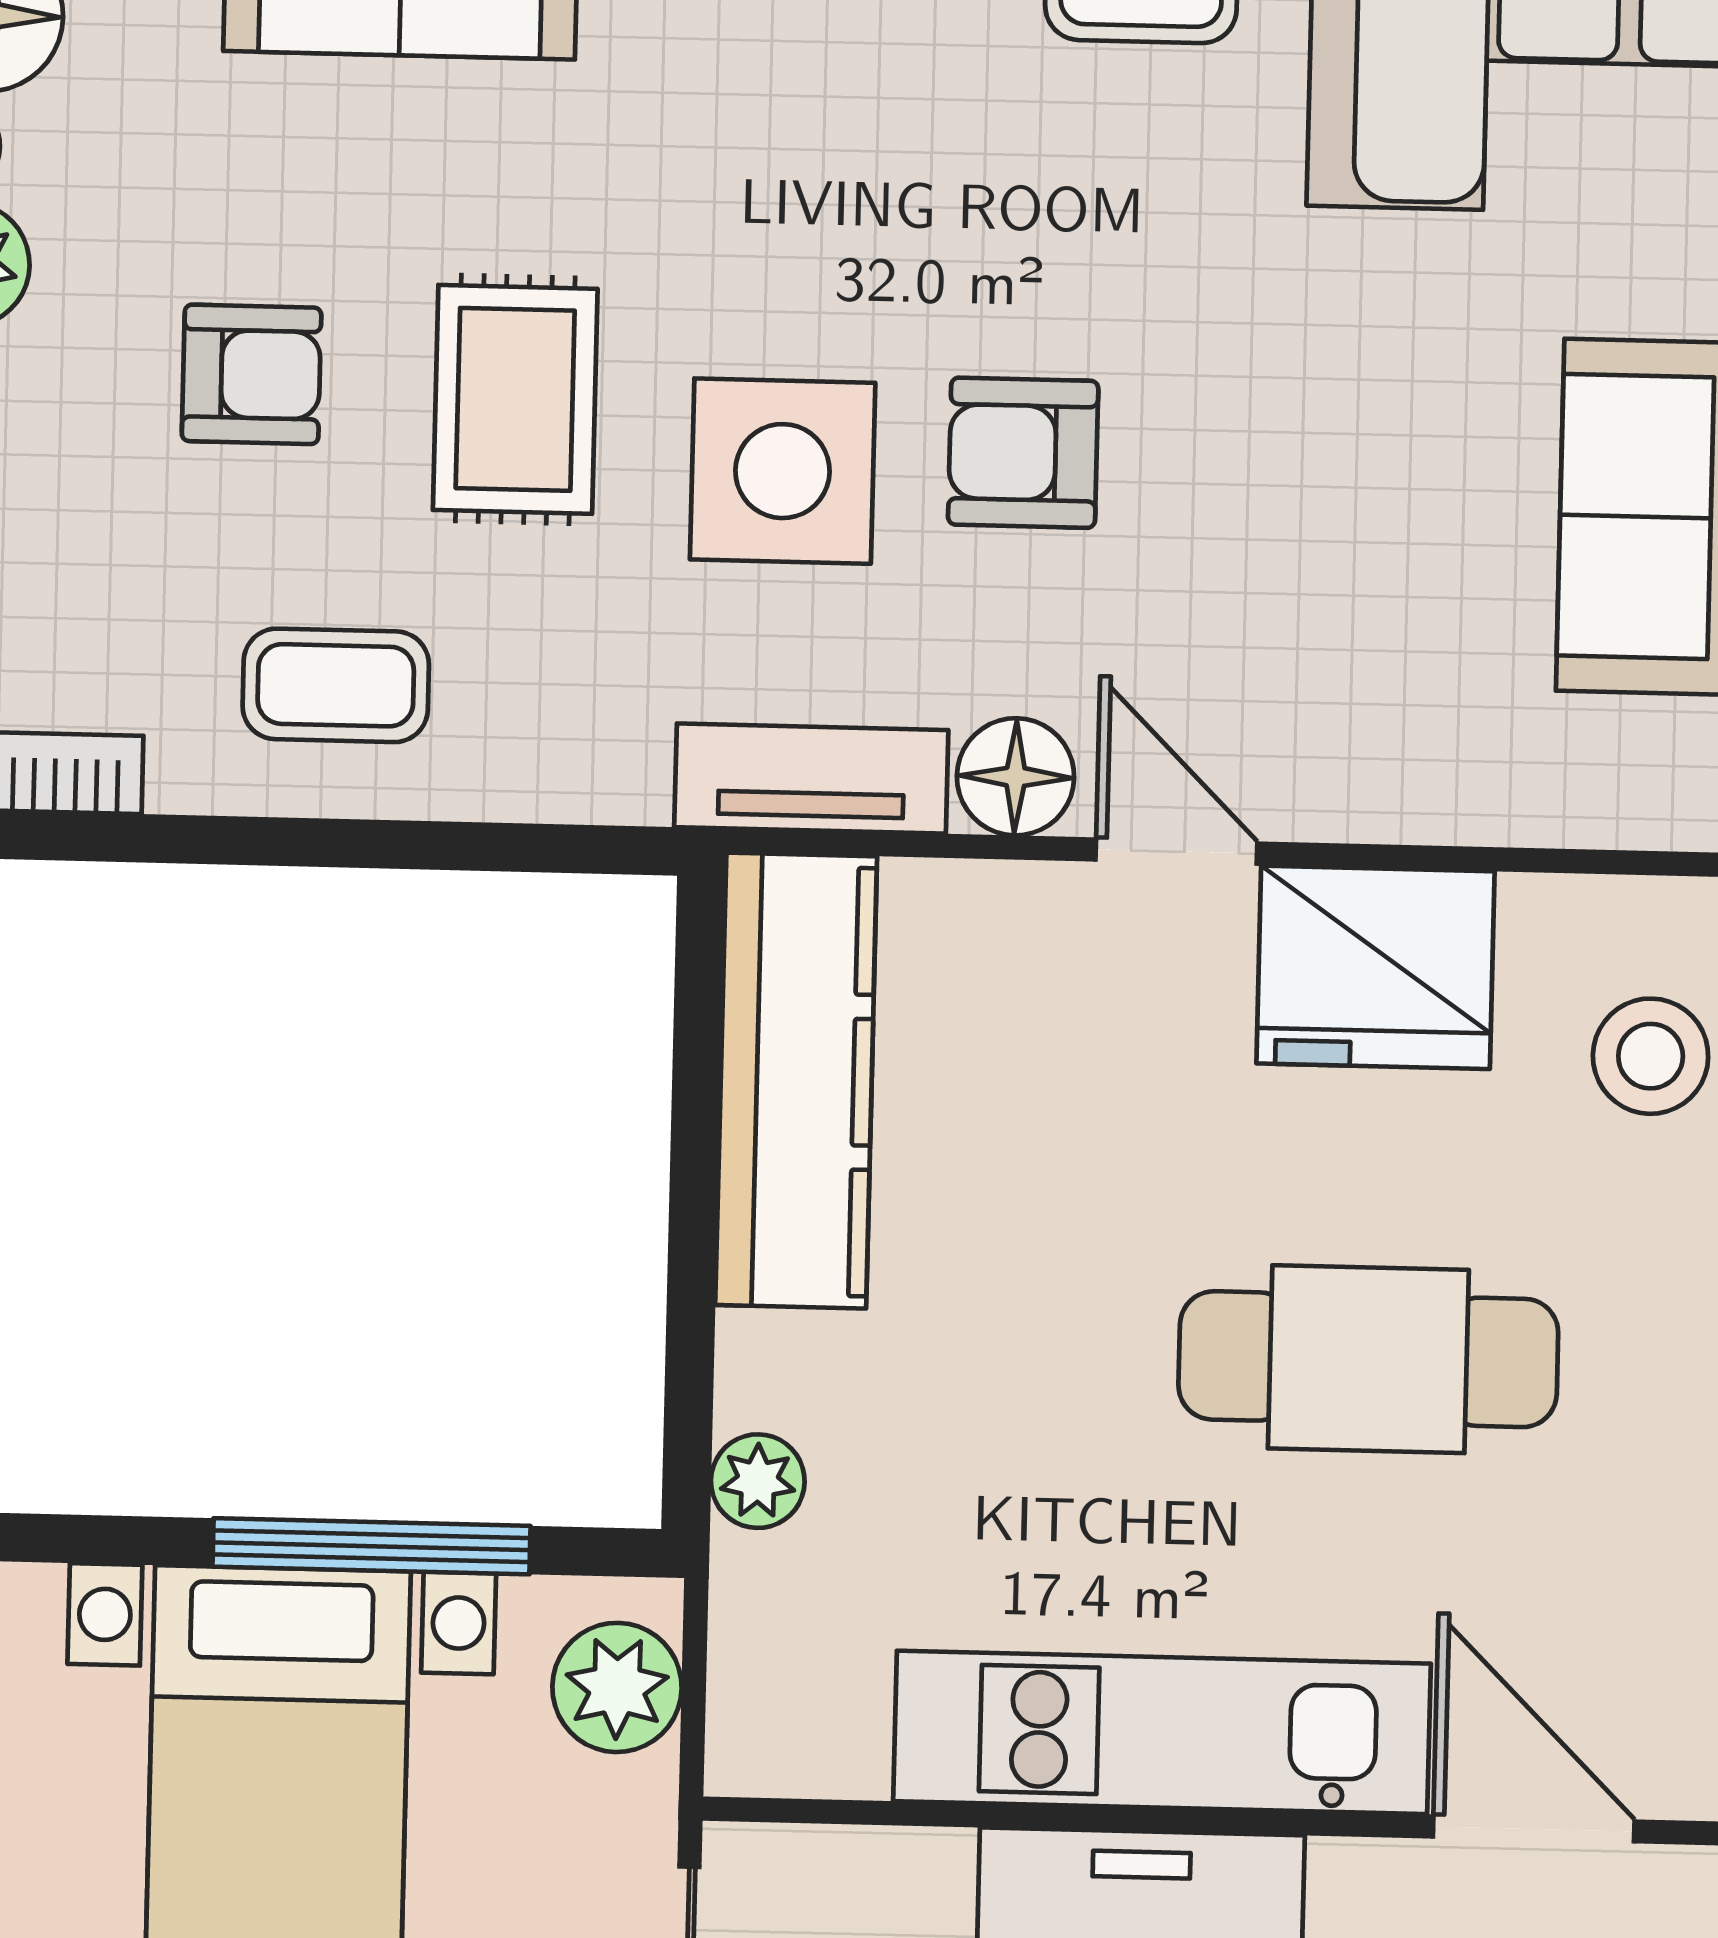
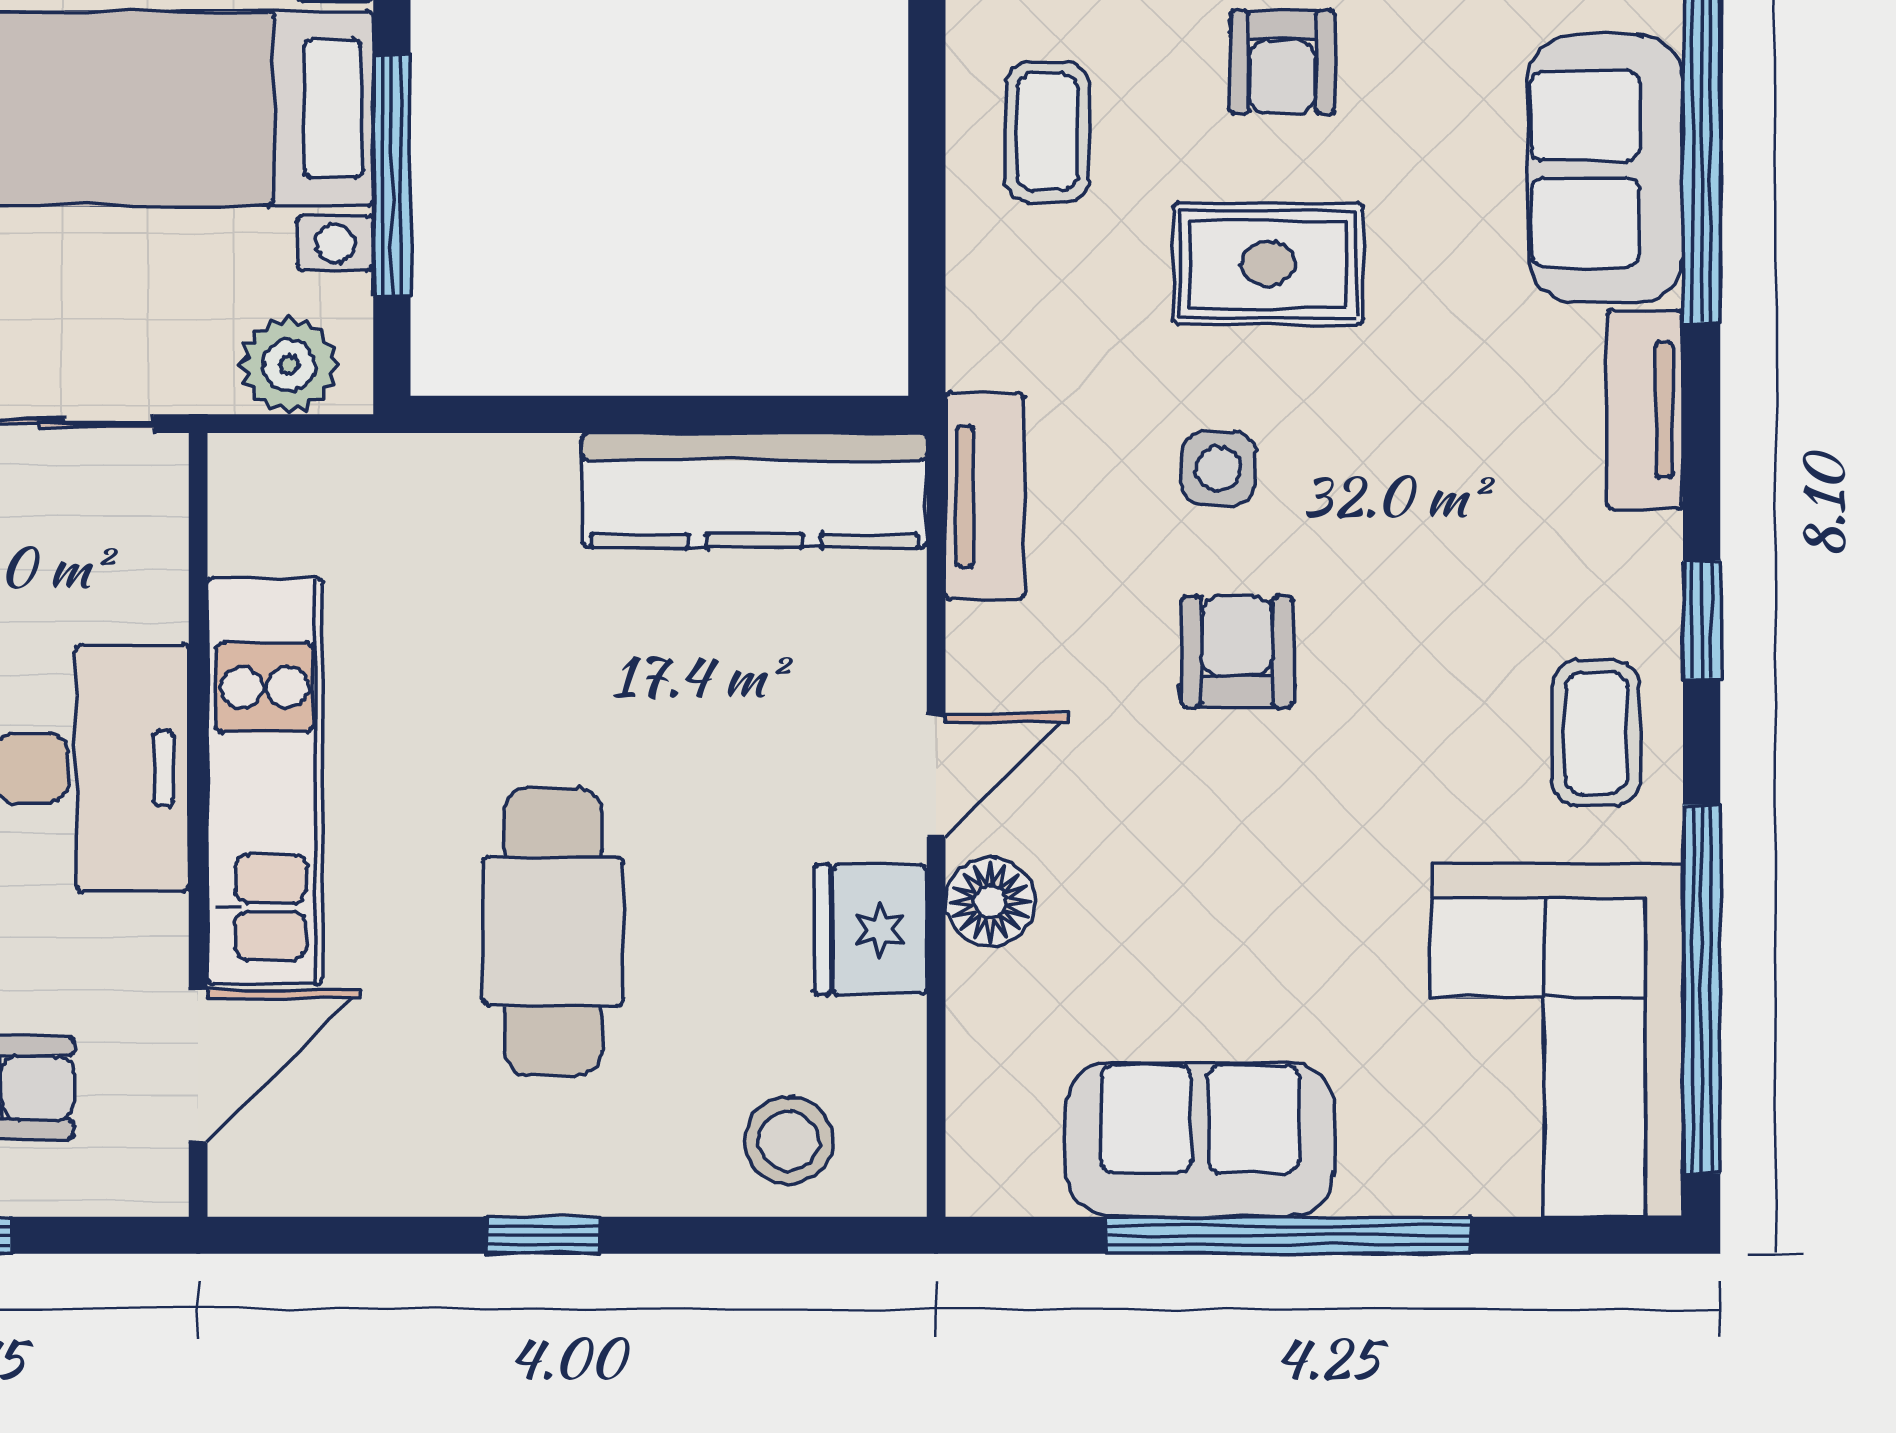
side table: (783, 471) -> (1219, 469), width x0.54, depth x0.54
floor lamp: (1016, 777) -> (990, 902), moved
fridge: (1375, 967) -> (871, 929), width x0.73, depth x0.75
plant: (758, 1481) -> (449, 469), removed

